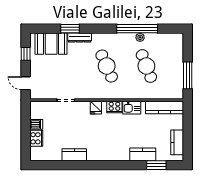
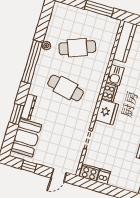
window: (137, 29) -> (32, 62), moved
cafe table: (107, 66) -> (65, 88), turned 36
fridge: (96, 108) -> (107, 112), width x1.88, depth x1.34
cooker: (36, 138) -> (89, 173), moved

